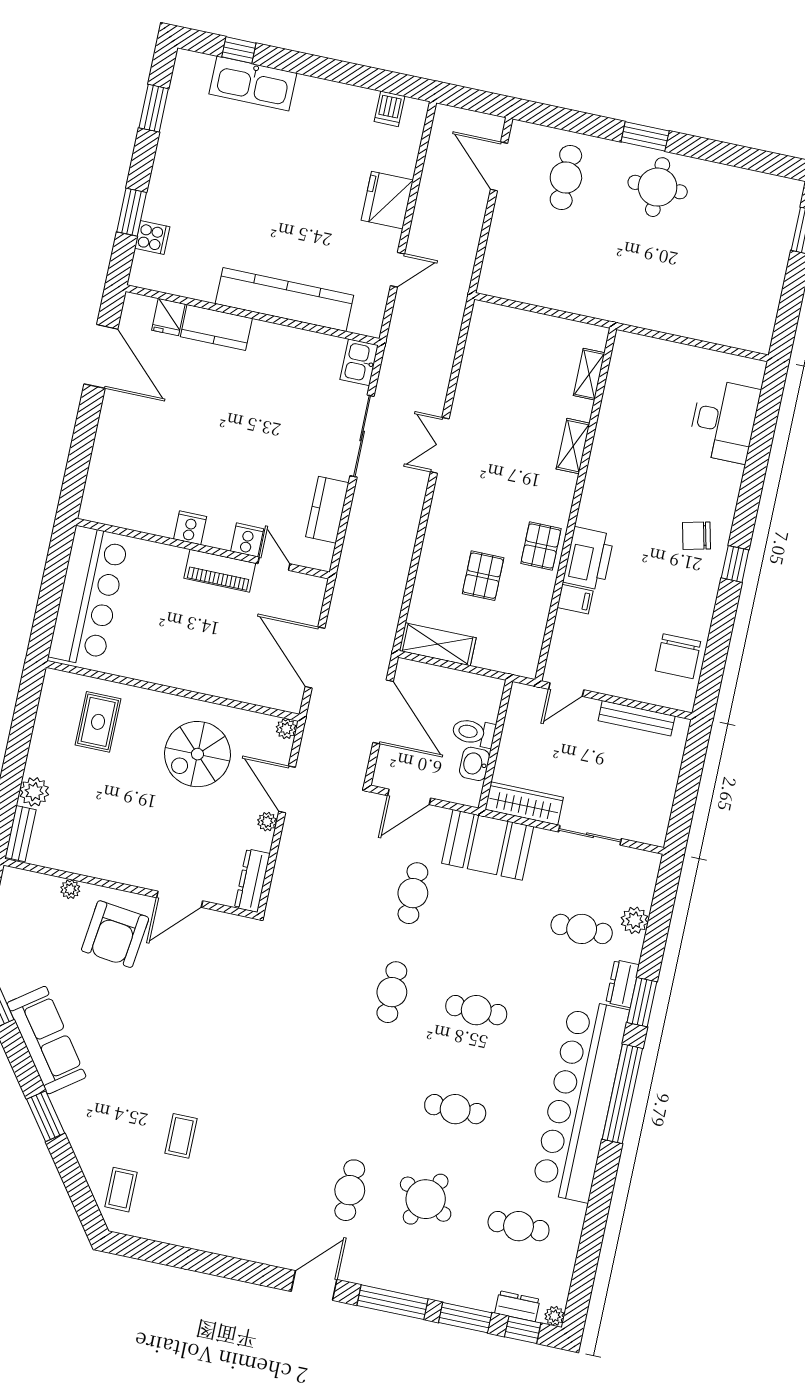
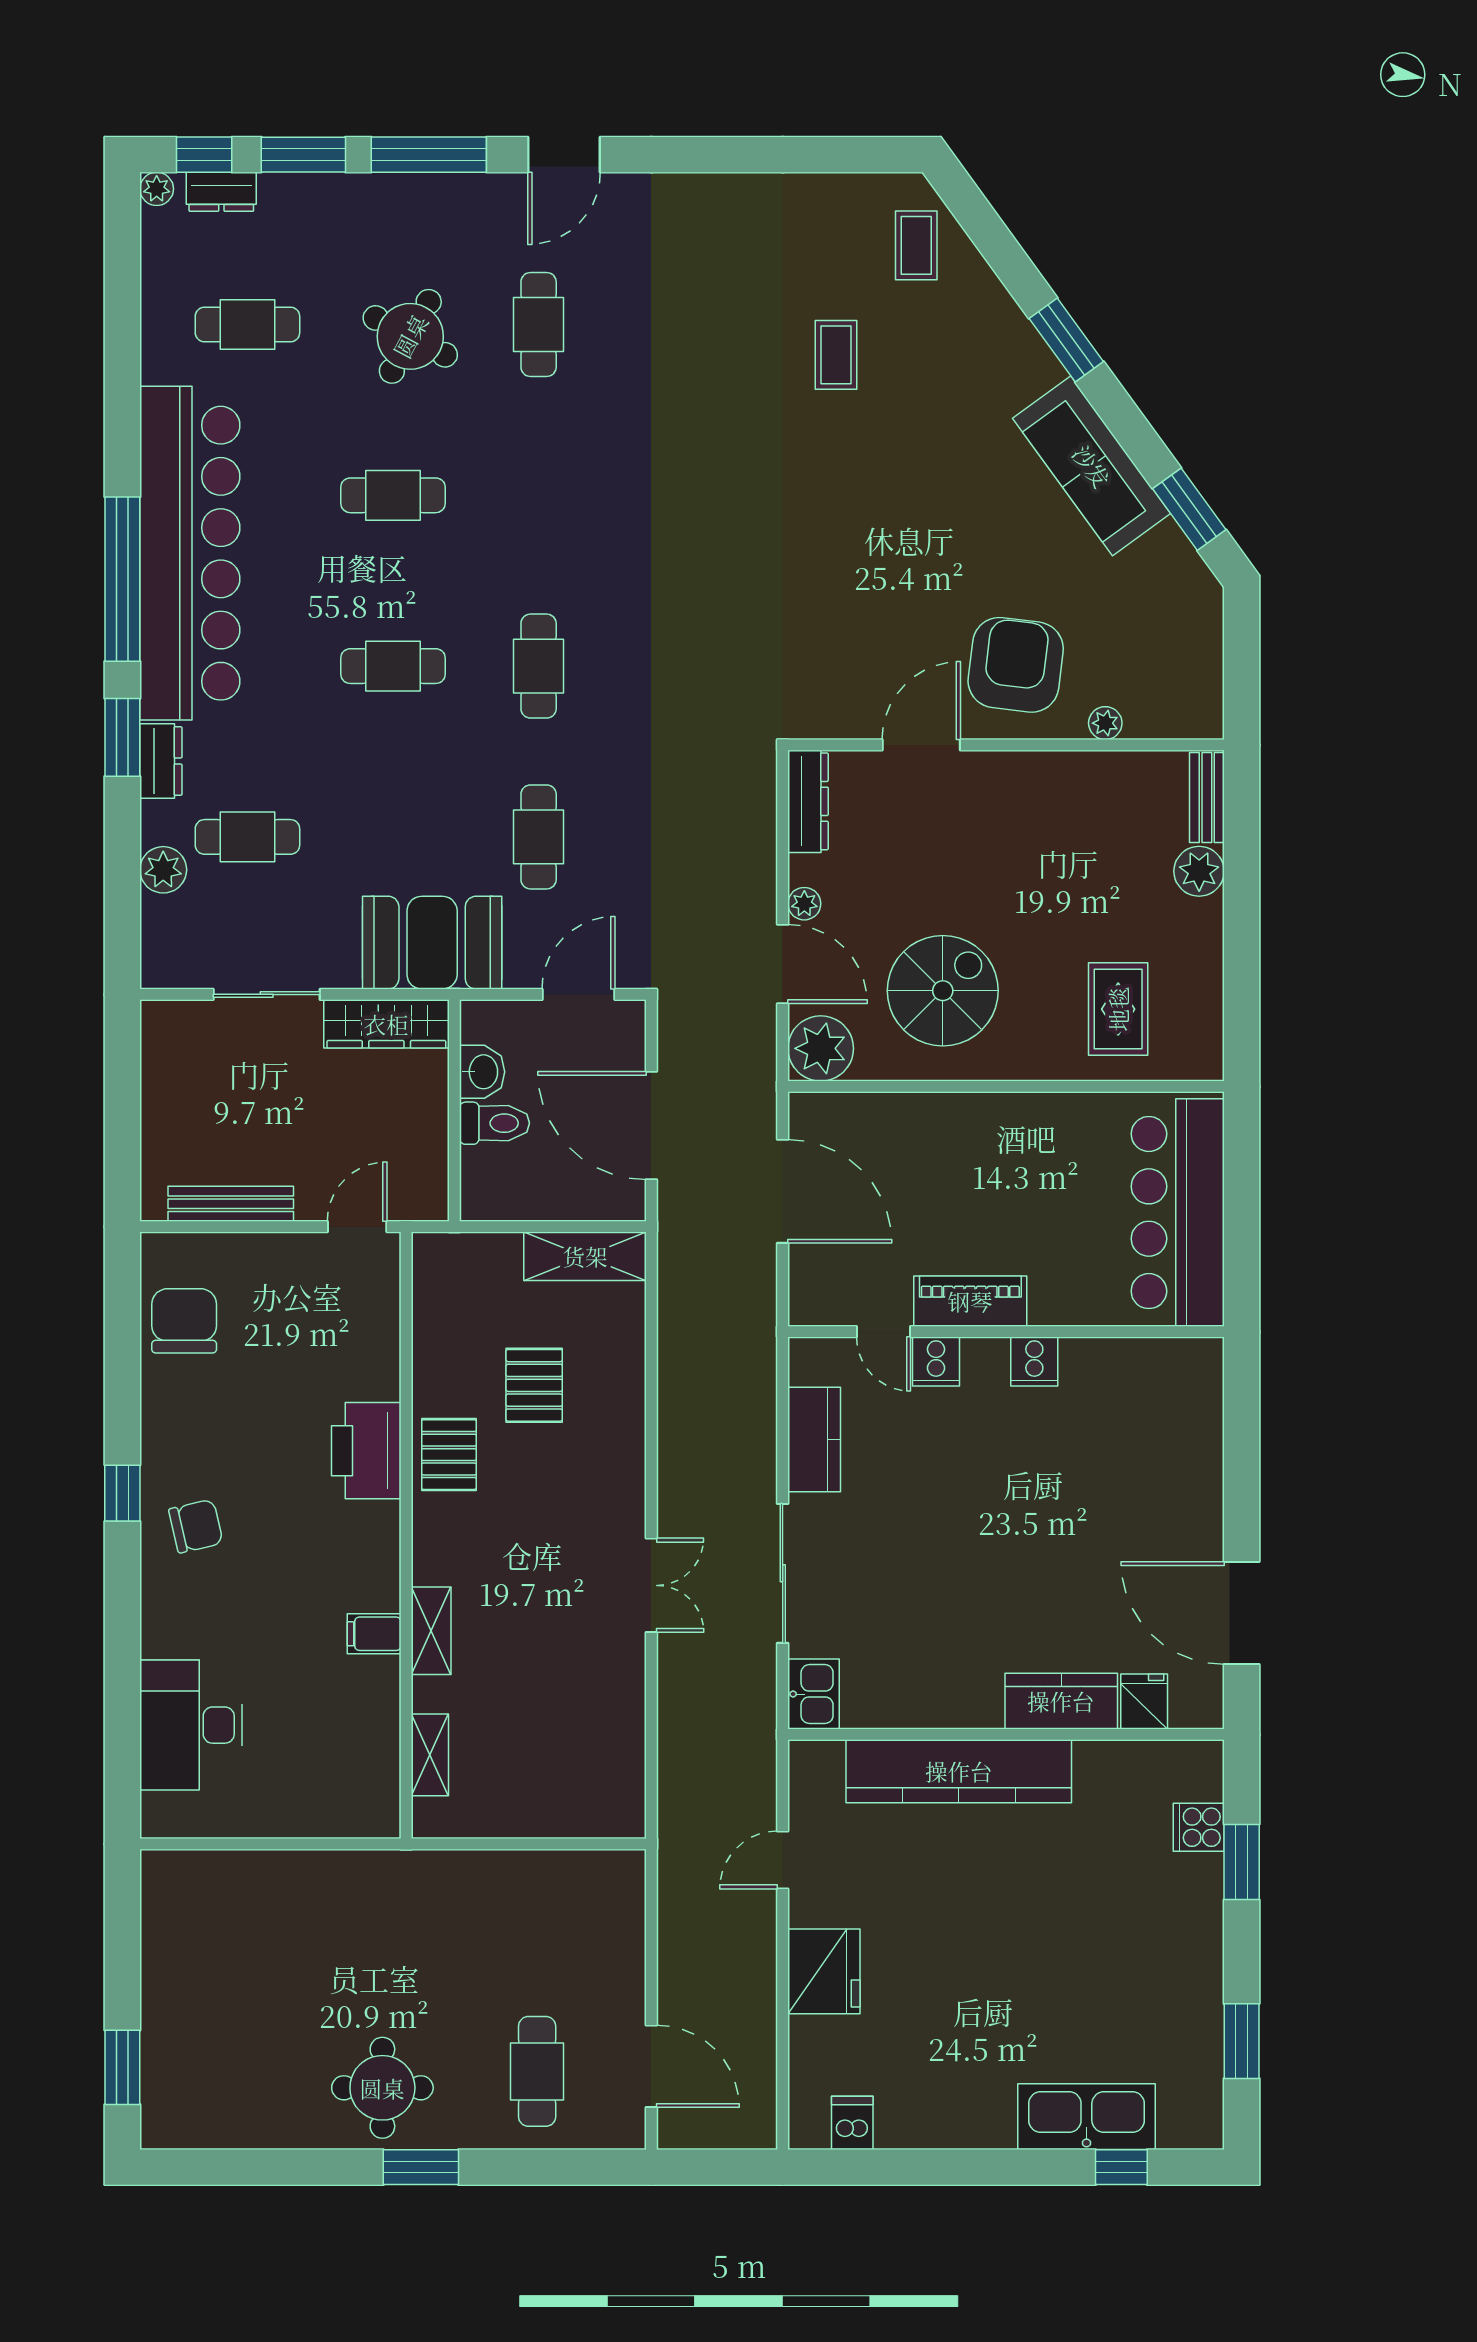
filing cabinet: (575, 599) -> (374, 1634), moved
plant: (286, 729) -> (821, 1048), width x1.88, depth x1.88

